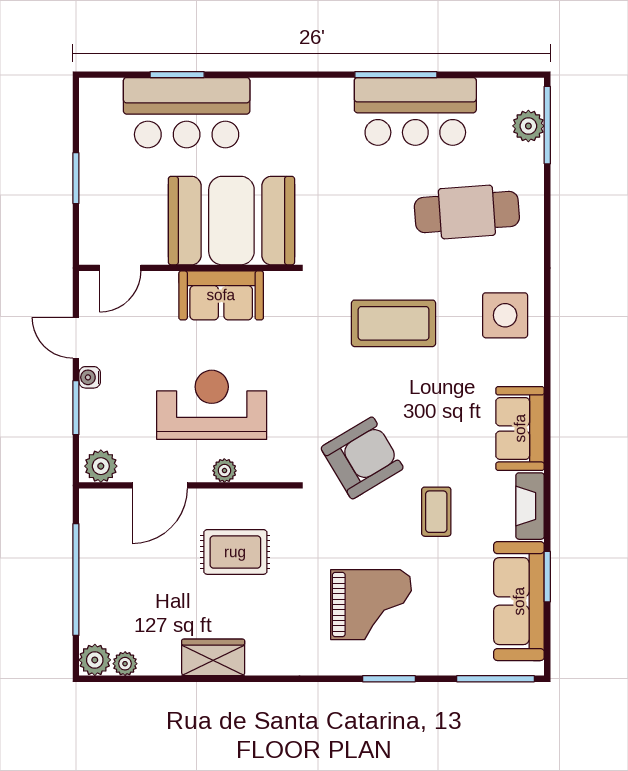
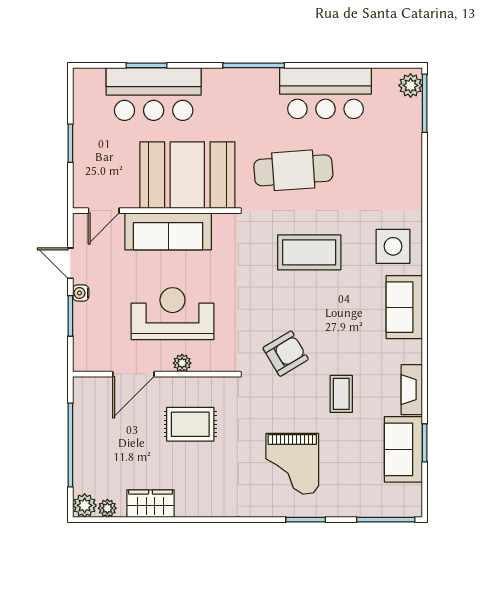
window: (396, 75) -> (254, 65), moved
plant: (528, 126) -> (411, 85), moved
cafe table: (467, 212) -> (293, 170), moved
sofa: (221, 295) -> (168, 231), width x1.36
sofa: (520, 428) -> (404, 307), moved
armchair: (362, 458) -> (286, 354), width x0.73, depth x0.73
plant: (101, 466) -> (89, 360), removed
sofa: (519, 601) -> (403, 449), width x0.73
grand piano: (371, 605) -> (292, 464), turned 90
wardrobe: (213, 657) -> (151, 504), moved

